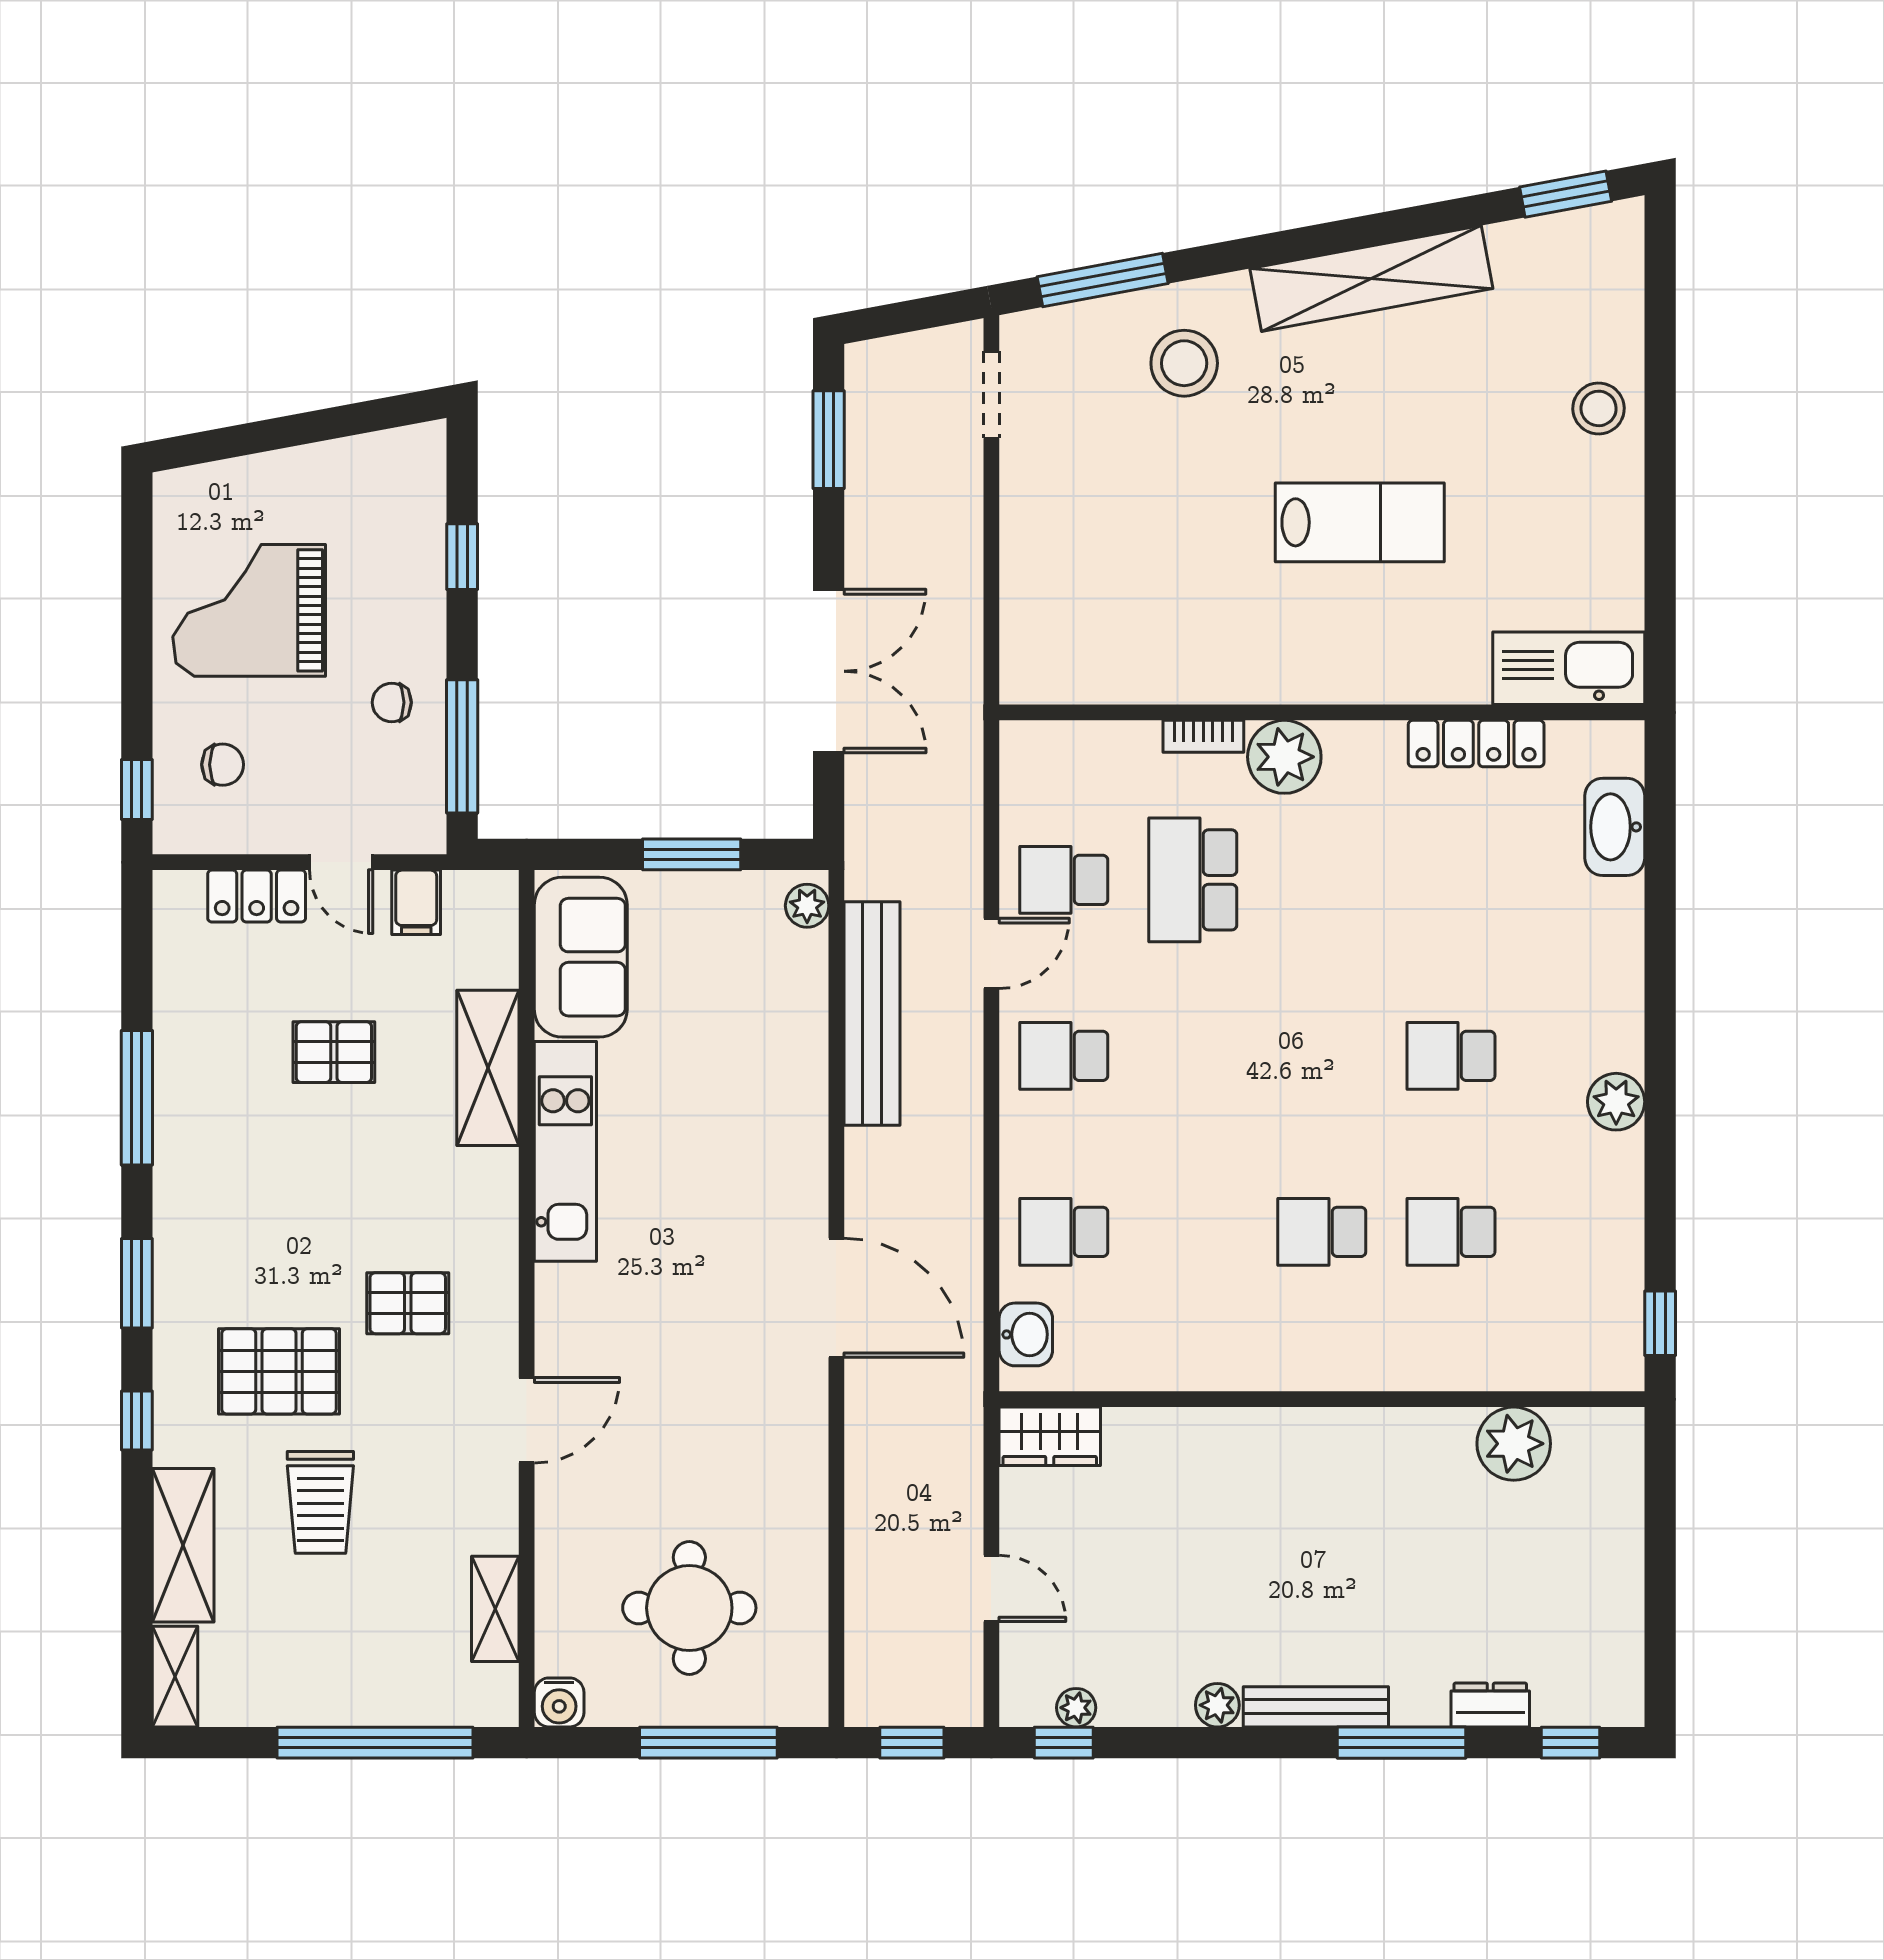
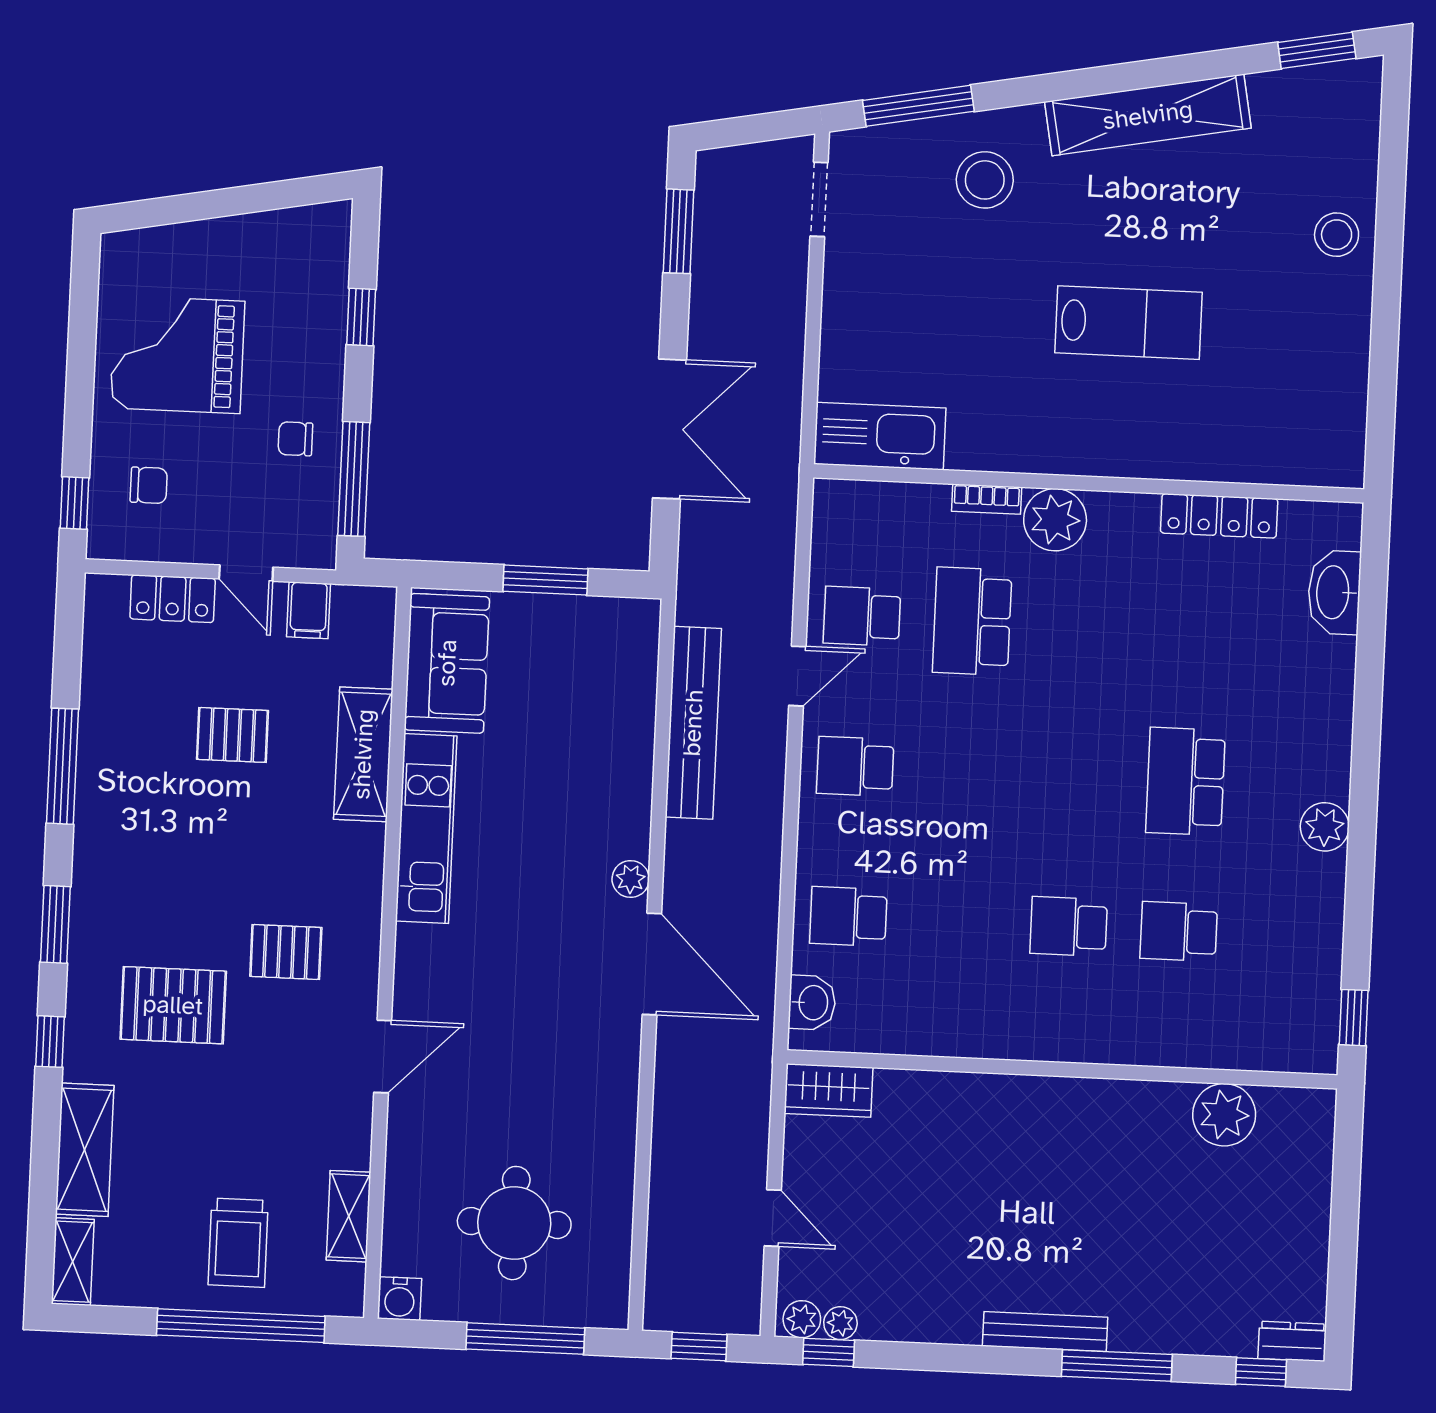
kitchen sink: (1569, 668) -> (880, 436), moved
plant: (807, 906) -> (631, 879), moved
school desk: (1451, 1056) -> (1186, 781), width x1.85
trolley: (320, 1502) -> (238, 1243), moved
plant: (1217, 1705) -> (802, 1319), moved
dresser: (1490, 1705) -> (1292, 1341), moved

